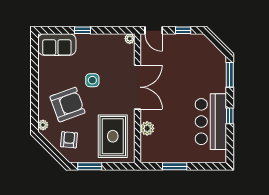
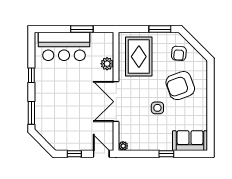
bar counter: (211, 122) -> (64, 46), moved, turned 90
plant: (43, 125) -> (203, 67), removed

